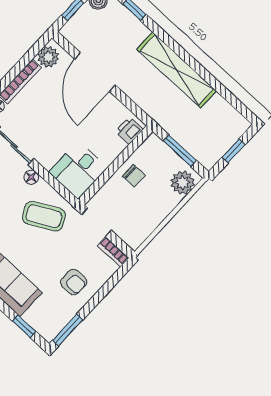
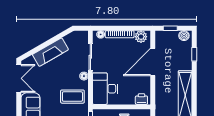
desk: (78, 170) -> (105, 89), width x1.37
coffee table: (44, 216) -> (72, 97), turned -62

